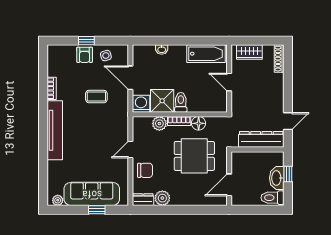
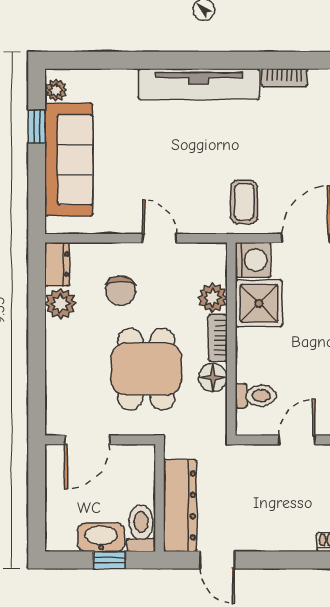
coffee table: (96, 97) -> (244, 202), moved
toilet: (181, 102) -> (256, 396), moved
chair: (145, 170) -> (121, 291), moved
door: (229, 185) -> (87, 440), swing flipped
toilet: (272, 198) -> (141, 528), moved
window: (97, 210) -> (37, 127), moved

